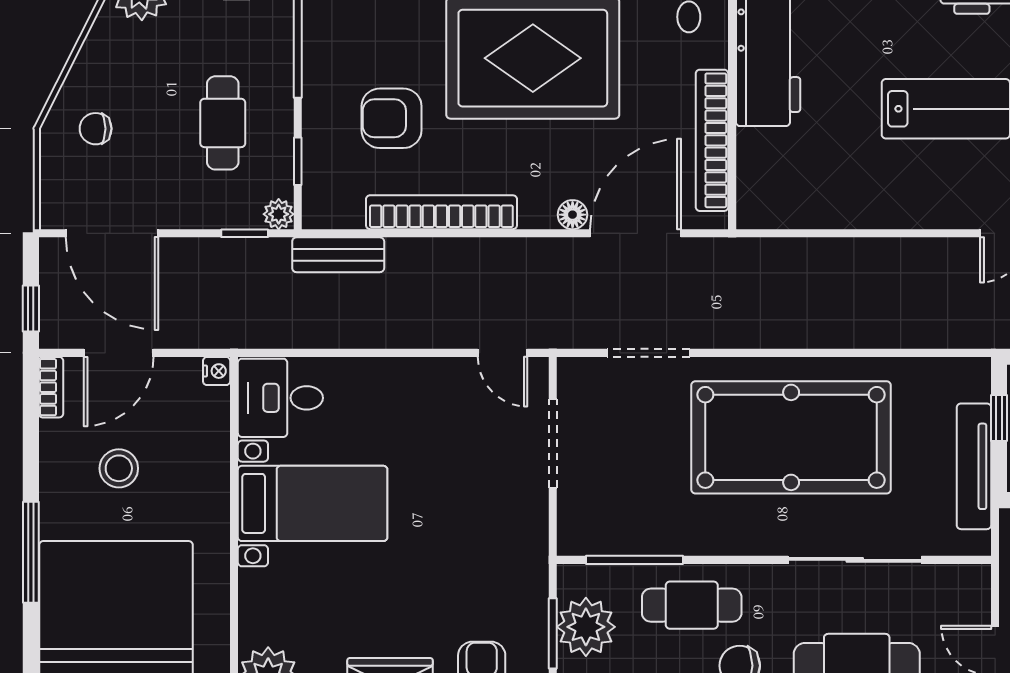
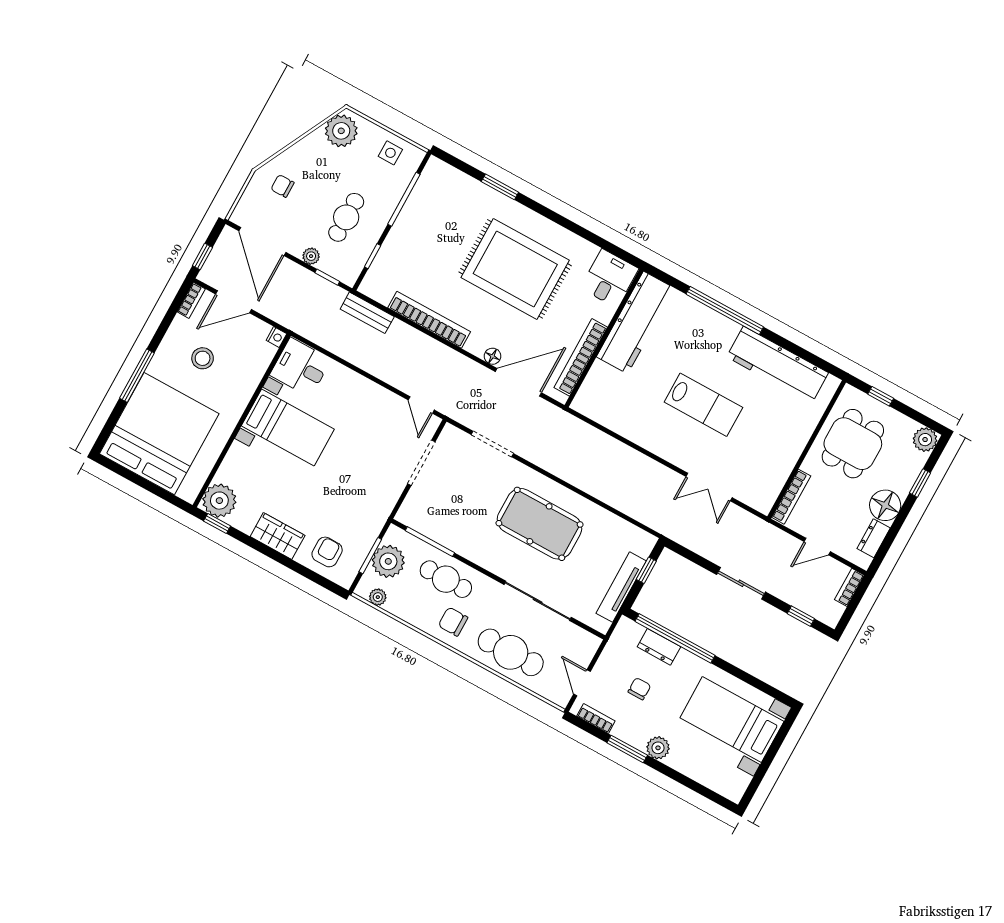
armchair: (392, 118) -> (430, 260), removed
plant: (279, 214) -> (311, 256), moved
pool table: (791, 437) -> (539, 524), width x0.73, depth x0.76

